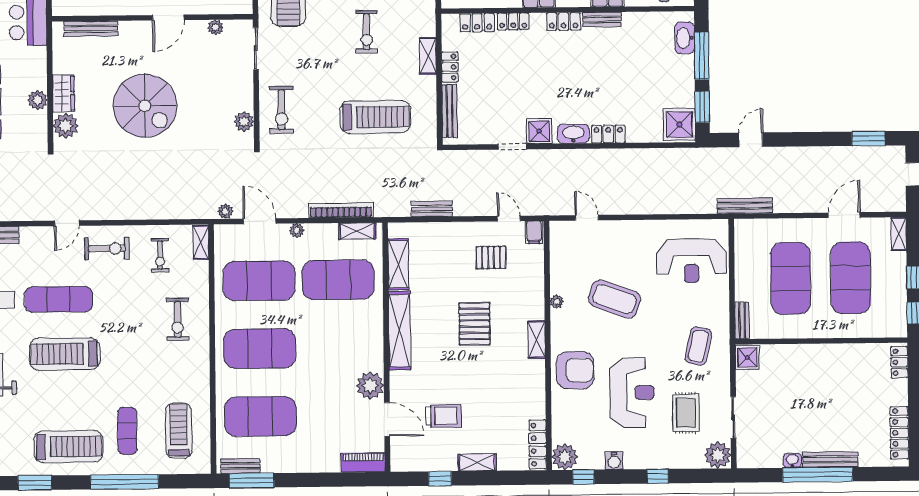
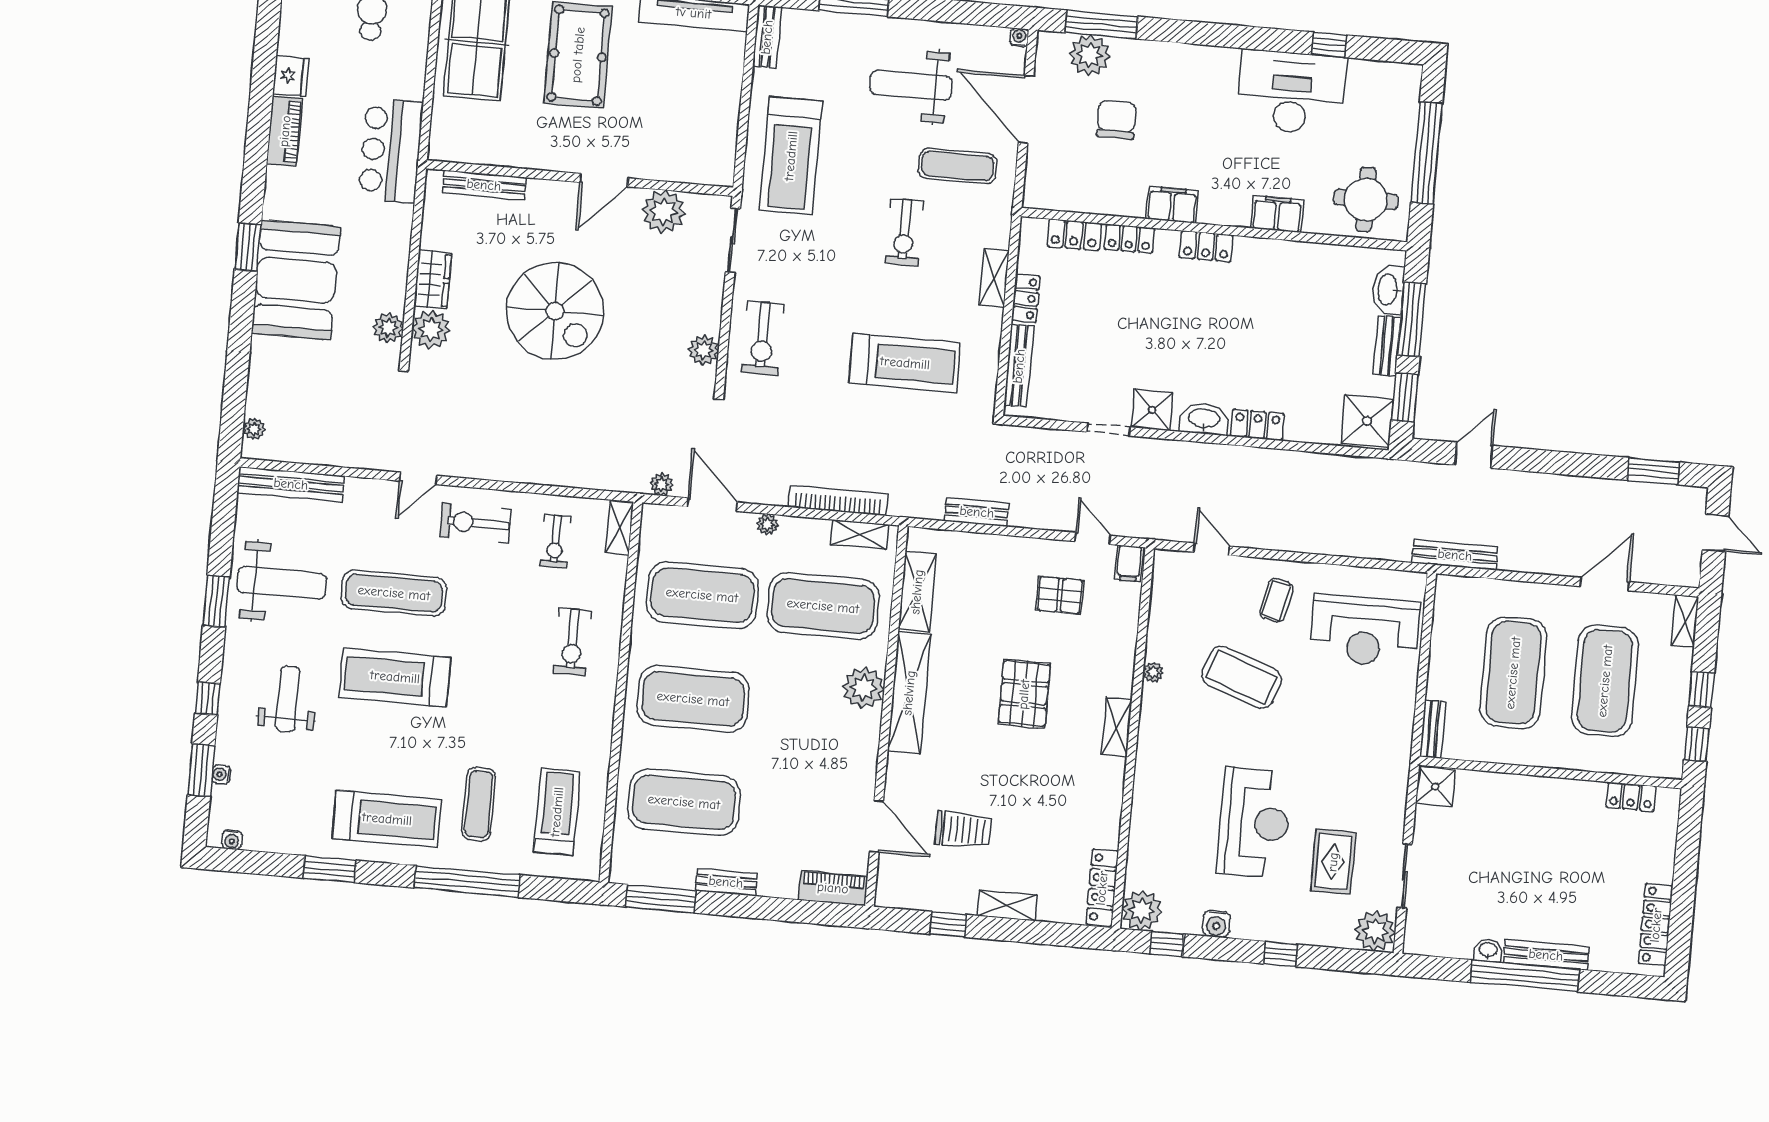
bench: (602, 19) -> (1387, 346), moved, turned 90
plant: (215, 27) -> (664, 211), width x1.88, depth x1.88
plant: (37, 100) -> (388, 328), moved
exercise bike: (107, 249) -> (475, 523), turned 180
coffee table: (698, 346) -> (1276, 600), moved, width x0.73, depth x0.77
locker: (899, 362) -> (1631, 797), moved, turned -90
armchair: (575, 370) -> (1171, 780), removed
plant: (370, 386) -> (864, 688), moved
bench: (240, 466) -> (726, 882), moved

